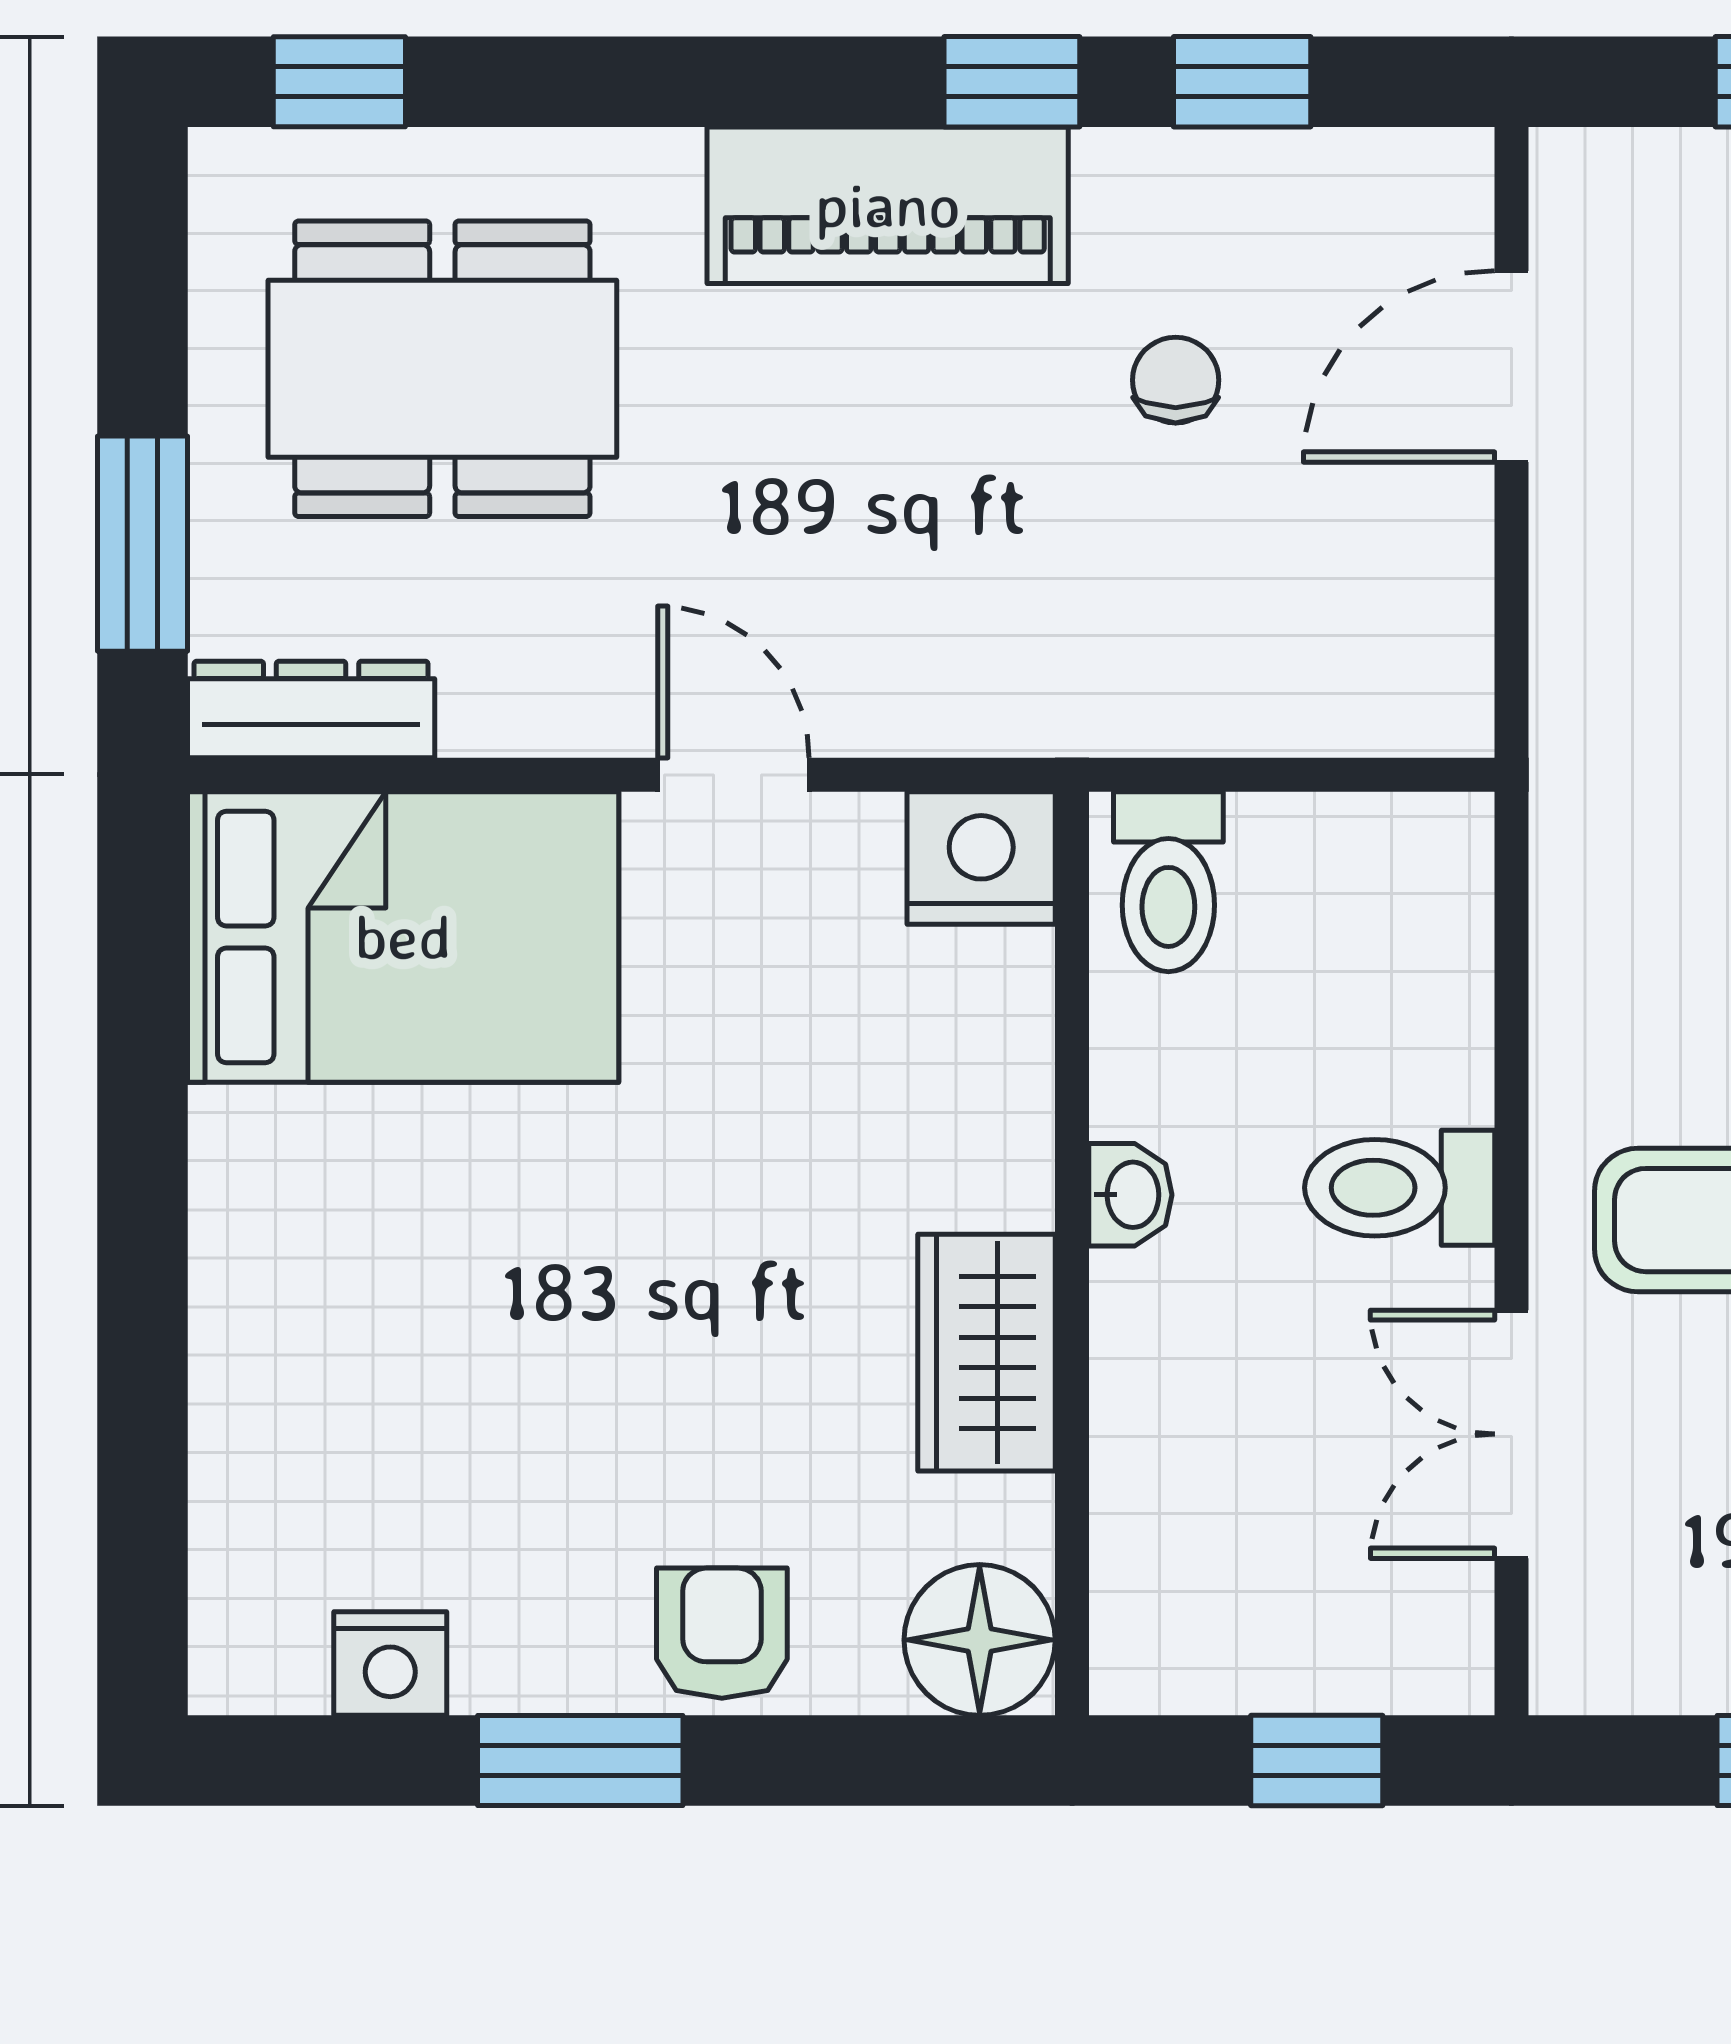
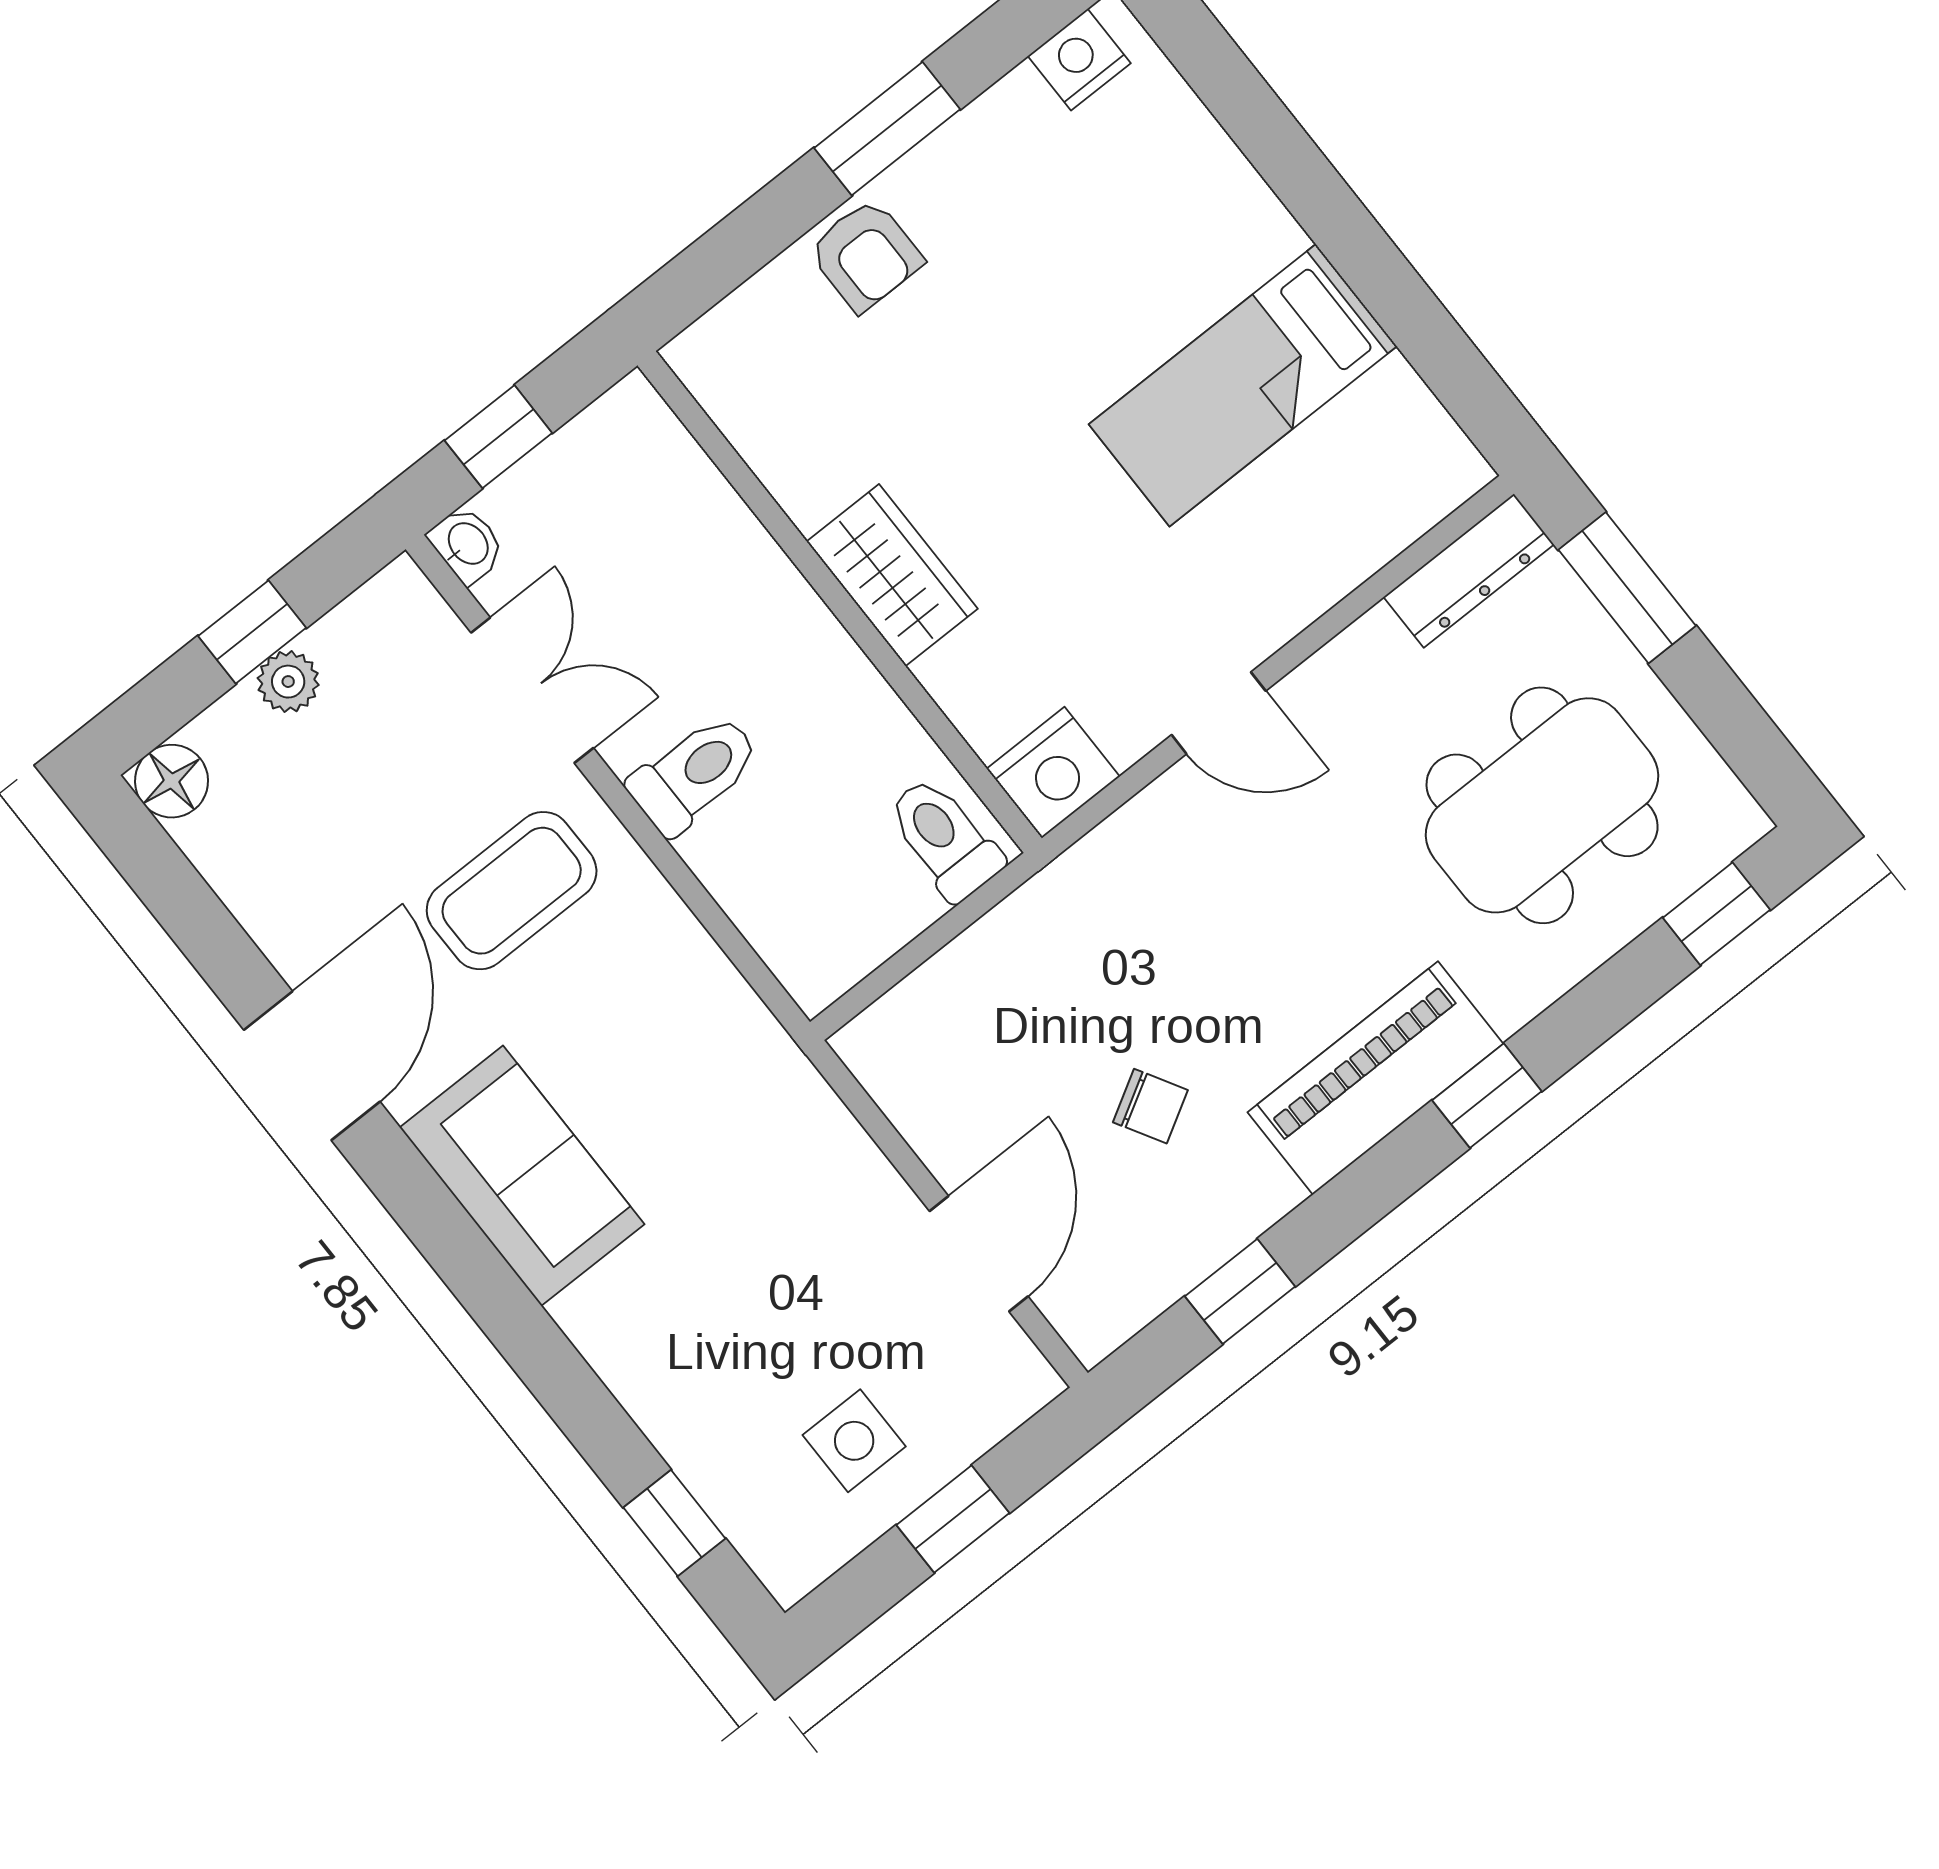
window: (1012, 82) -> (1487, 1096), moved
chair: (1176, 380) -> (1150, 1106), turned -30
bed: (403, 937) -> (1243, 385), moved, width x0.67
washbasin: (1130, 1195) -> (467, 545), moved, turned 180
wardrobe: (986, 1353) -> (892, 575), moved
floor lamp: (980, 1640) -> (727, 359), removed
nightstand: (390, 1664) -> (1079, 60), moved

